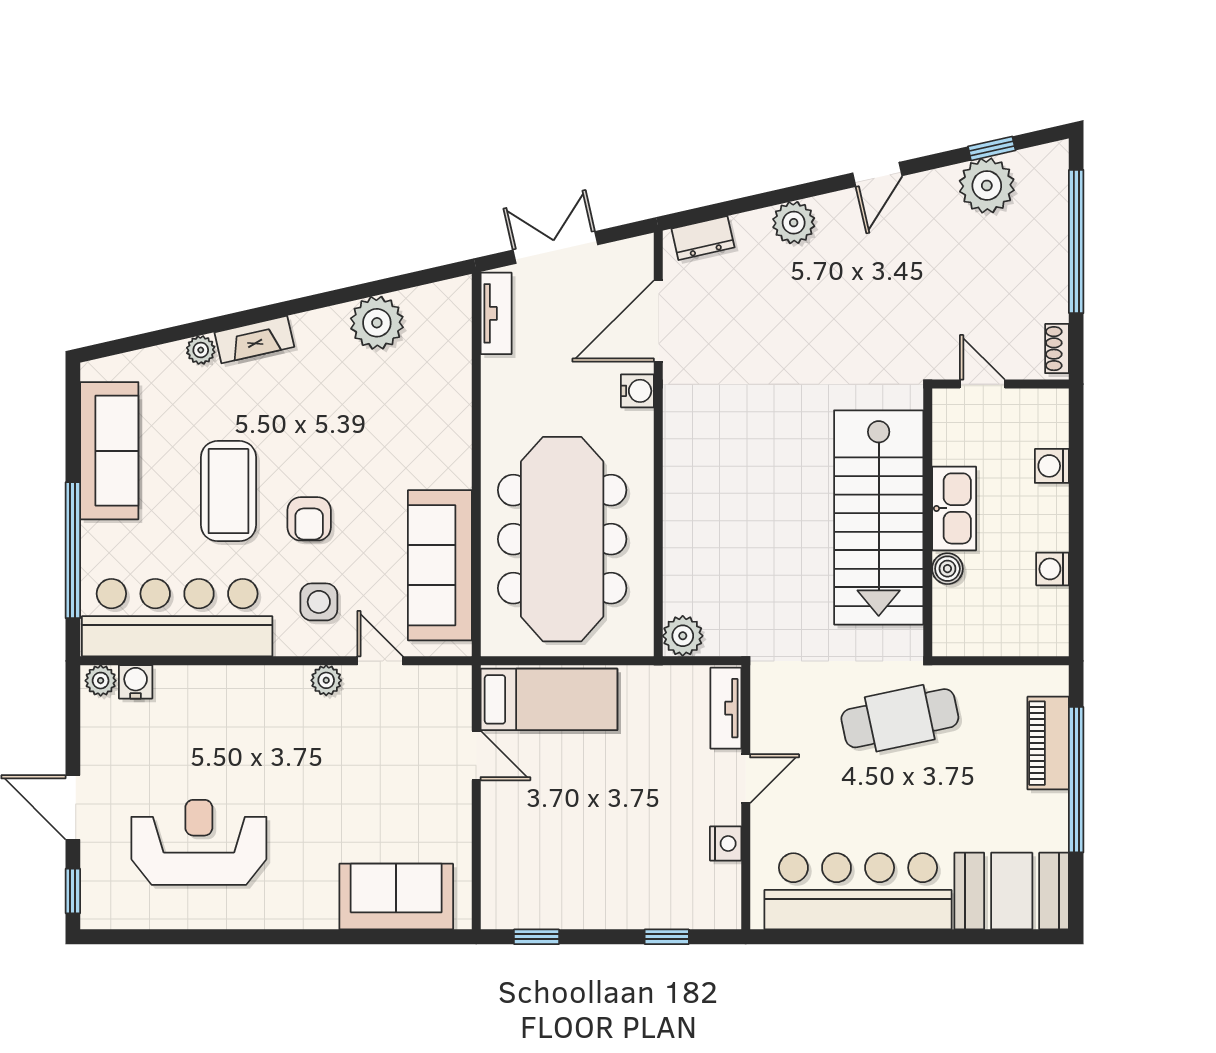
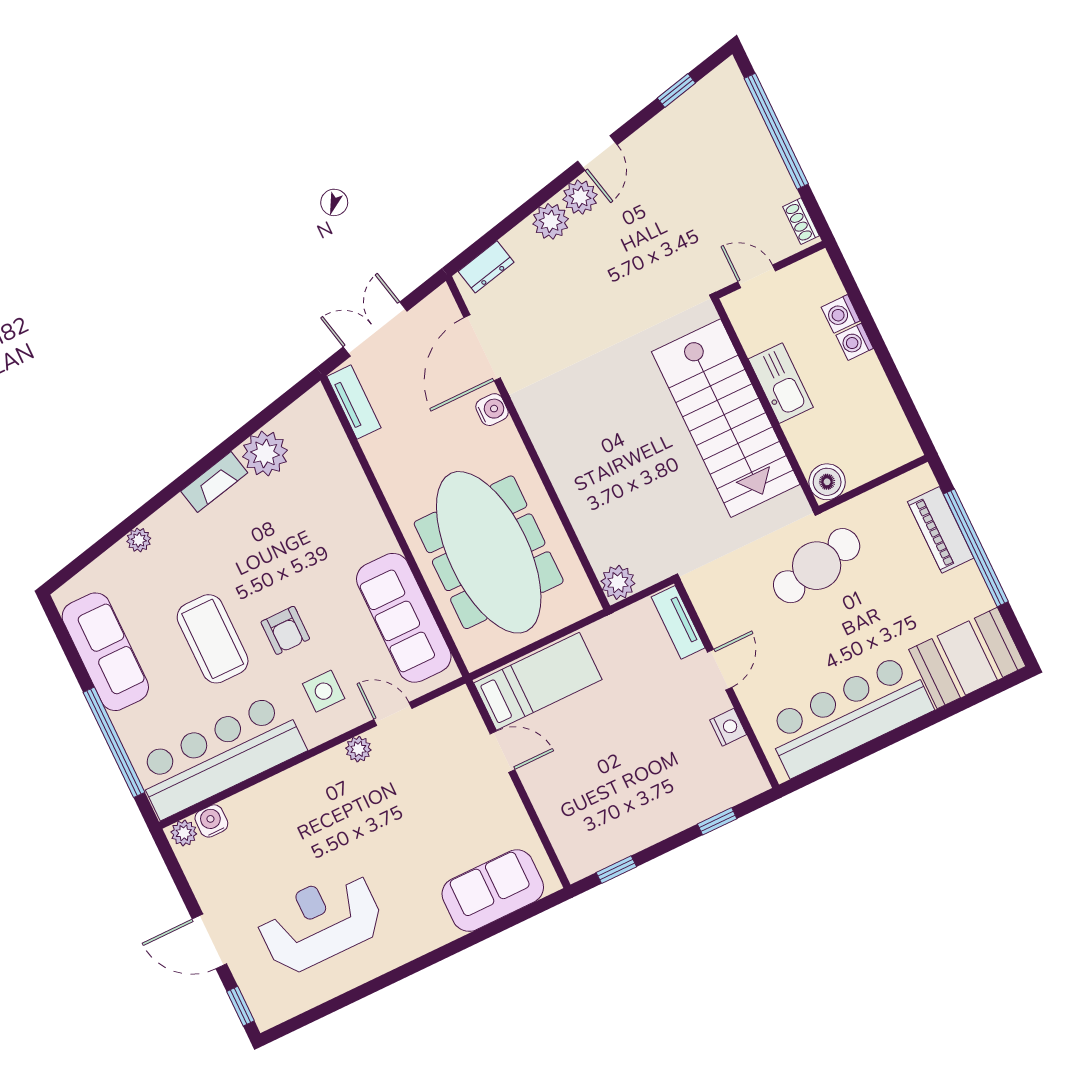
plant: (987, 185) -> (580, 197), moved, width x0.73, depth x0.73
fireplace: (254, 340) -> (214, 482), moved
boiler: (947, 569) -> (827, 482), moved, width x1.36, depth x1.36
washing machine: (1053, 569) -> (855, 342), moved

